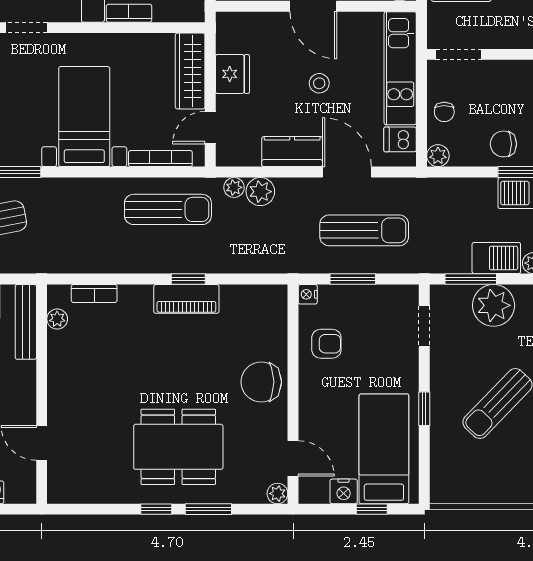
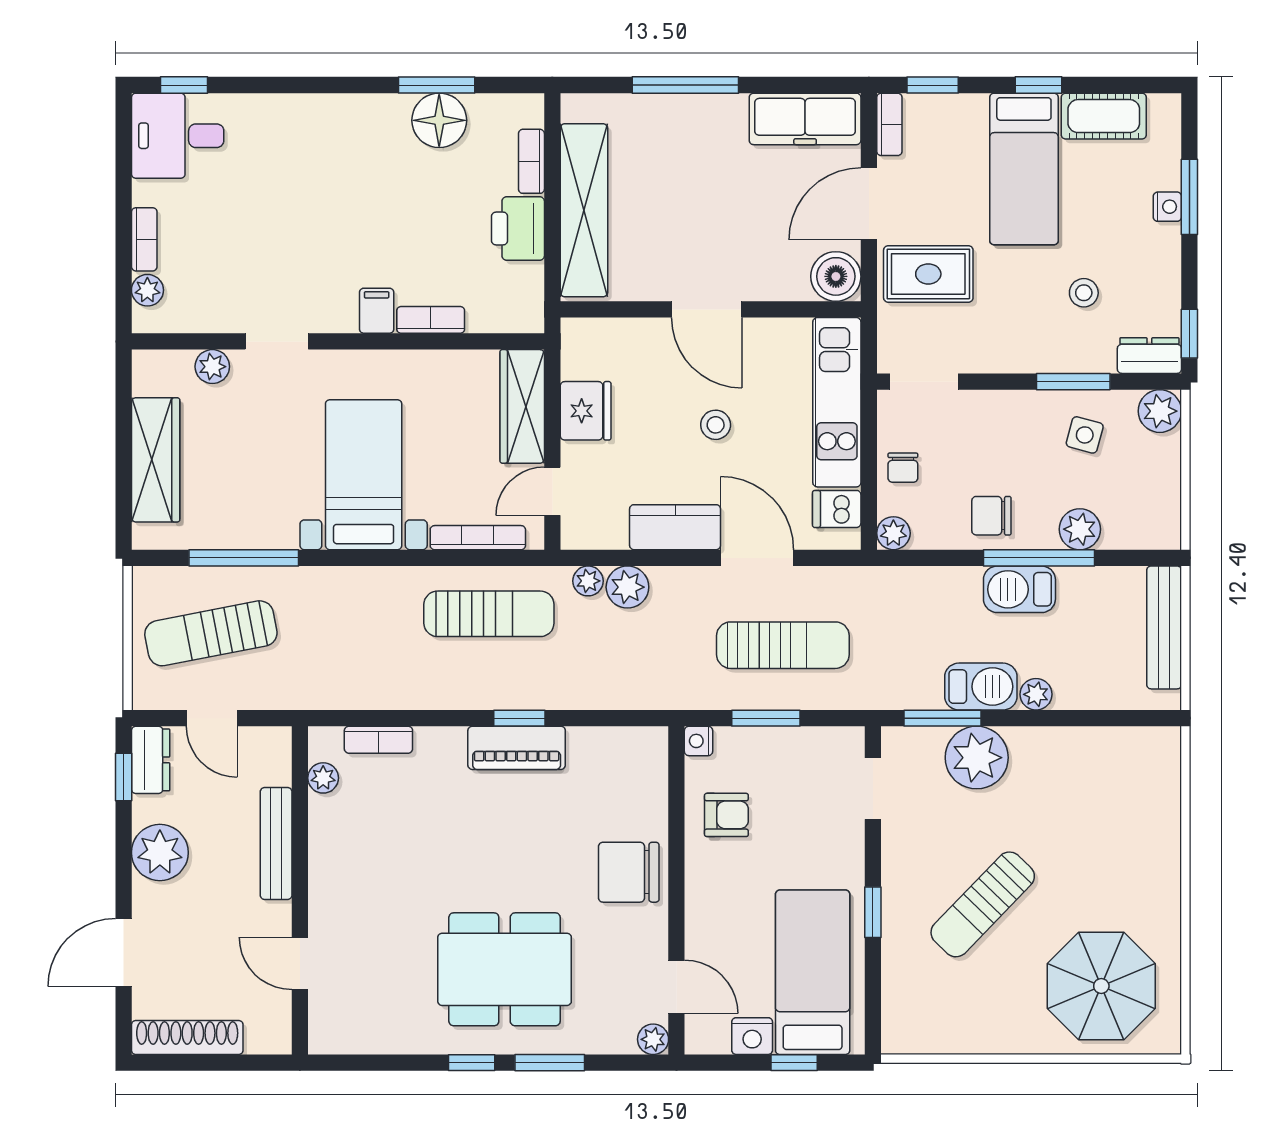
bench: (26, 322) -> (276, 843), moved

